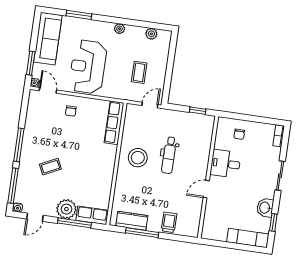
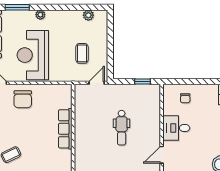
plant: (119, 29) -> (40, 15), moved
chair: (71, 111) -> (23, 99), width x1.87, depth x1.87
row of seats: (114, 123) -> (65, 129), moved
stool: (138, 158) -> (92, 134), removed

